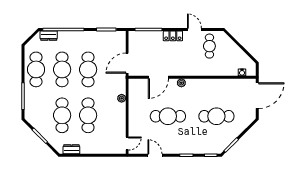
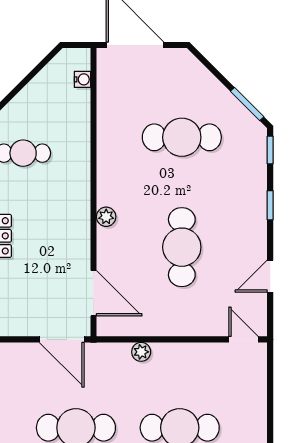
door: (158, 77) -> (93, 293), moved
cafe table: (216, 116) -> (182, 137), turned 90

